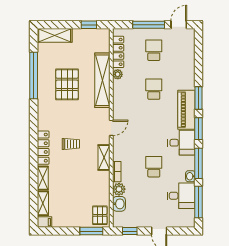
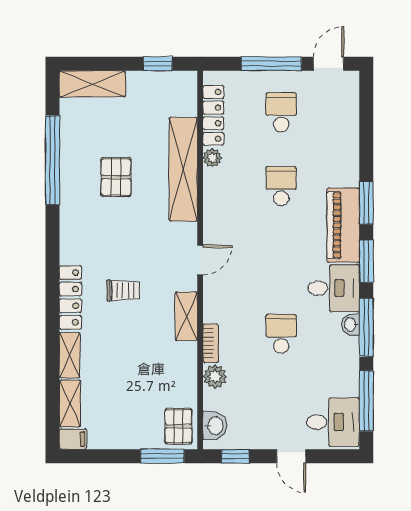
pallet: (67, 84) -> (116, 177), width x0.67, depth x0.71
washbasin: (190, 176) -> (351, 325), moved
desk: (181, 196) -> (333, 422), moved
washbasin: (119, 204) -> (215, 426), moved

